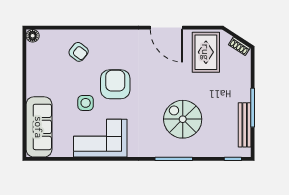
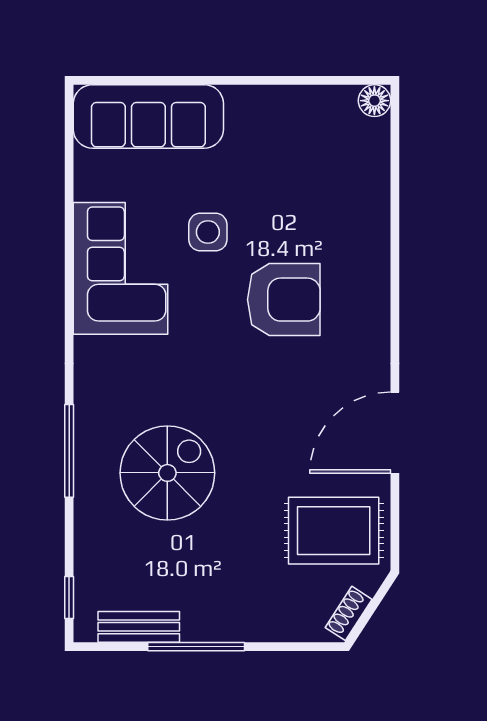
armchair: (79, 52) -> (334, 215), removed
armchair: (115, 84) -> (284, 300), moved
bench: (245, 125) -> (139, 627), width x0.73

